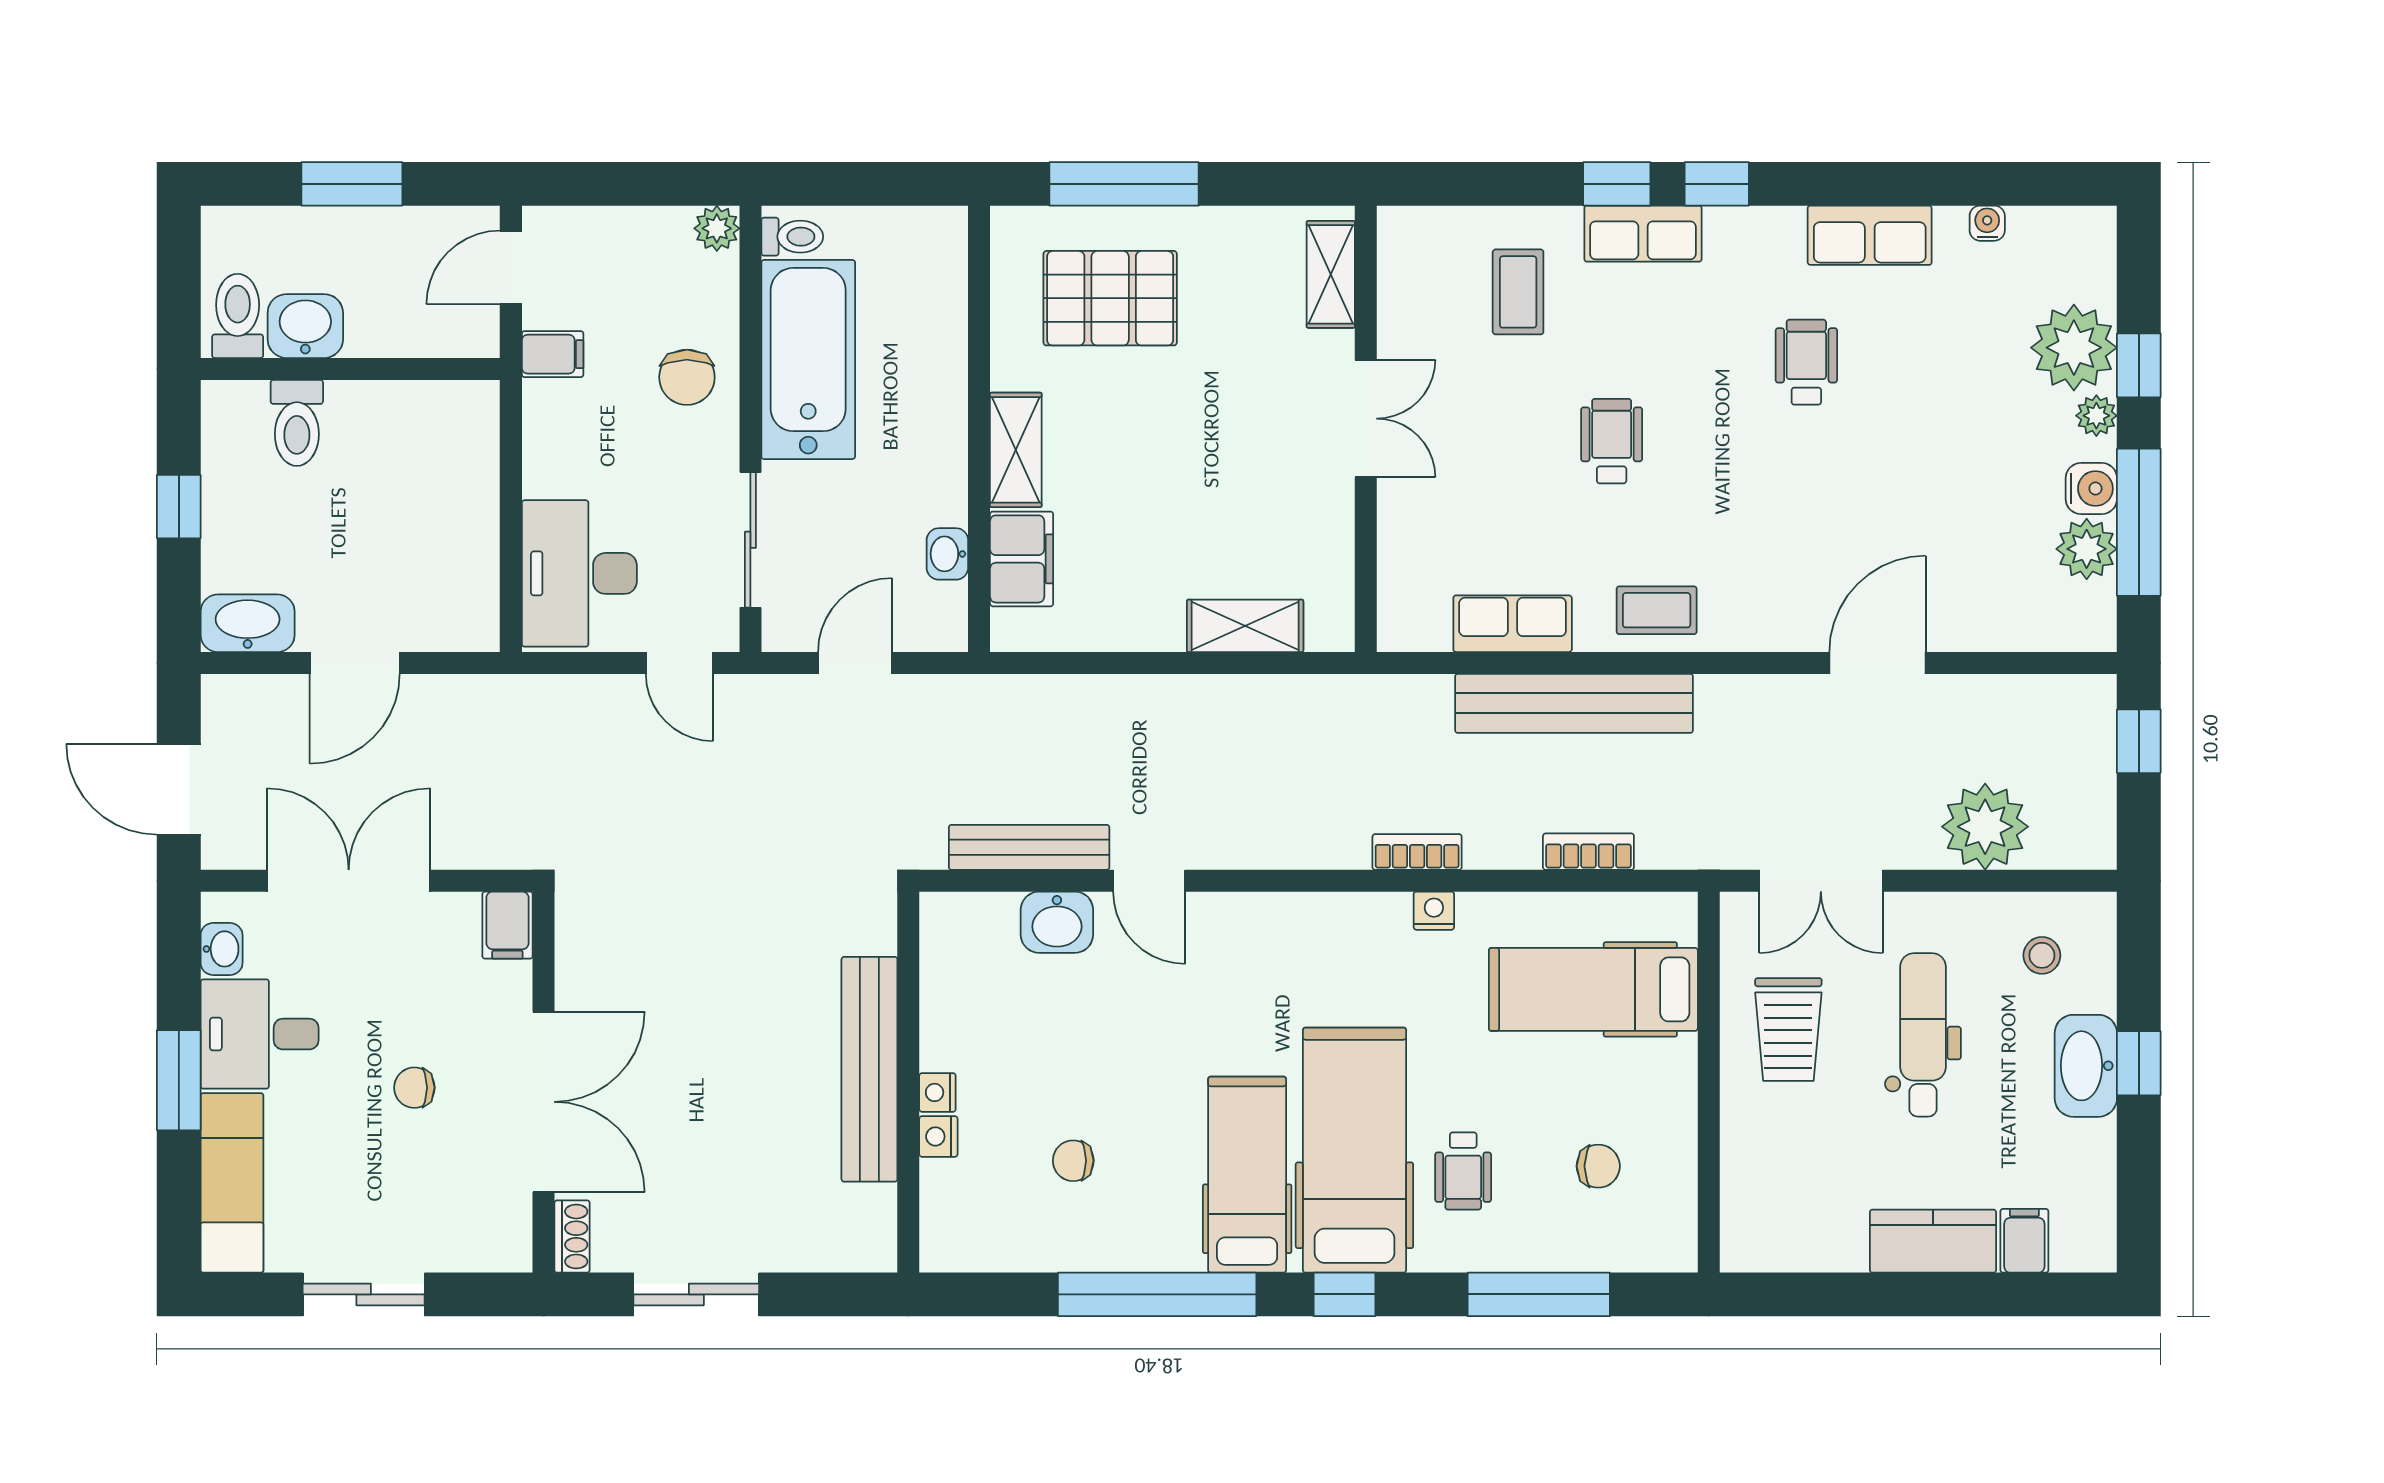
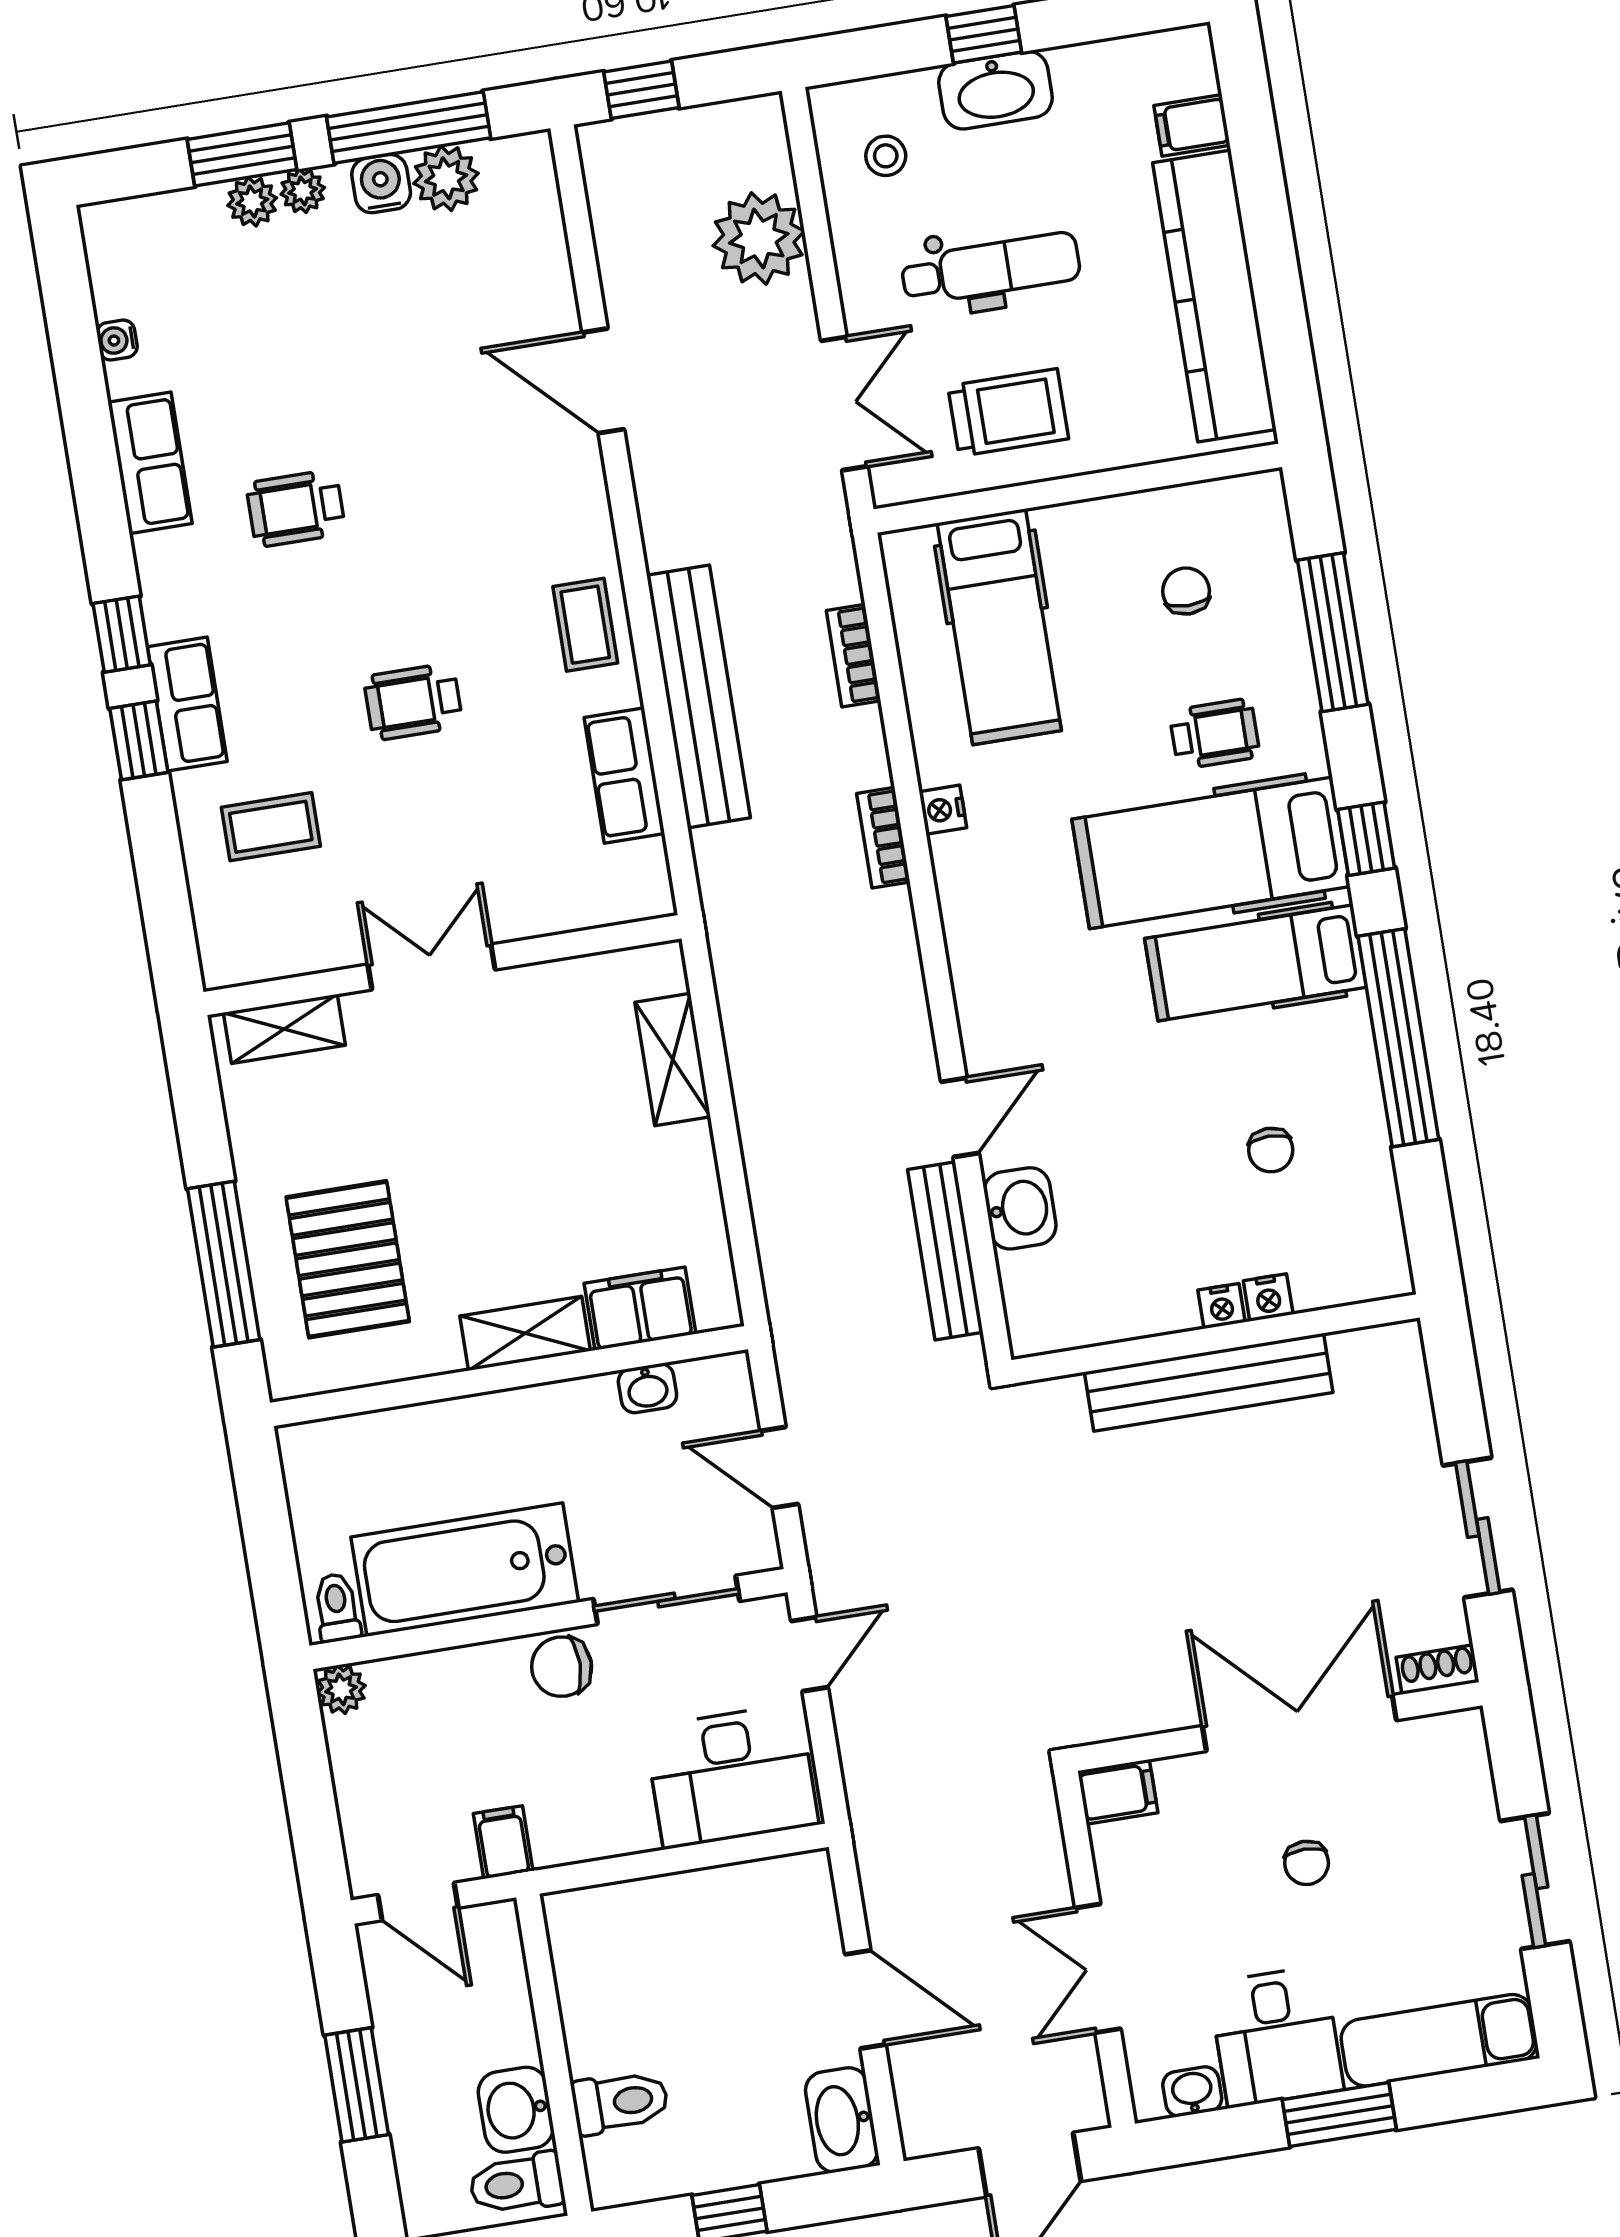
plant: (2074, 348) -> (252, 202), width x0.53, depth x0.53
window: (2139, 365) -> (242, 154), width x1.50
chair: (687, 377) -> (562, 1667), moved, turned 180
double door: (349, 881) -> (1098, 1968), width x0.73
dental chair: (1923, 1035) -> (991, 268), turned 180
kitchen counter: (1933, 1241) -> (1214, 296), width x2.08, depth x1.17

